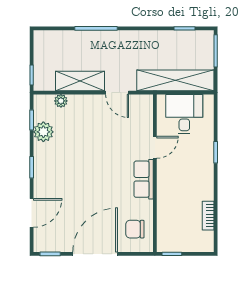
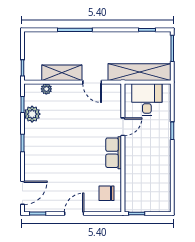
door: (32, 213) -> (23, 193), moved
bookcase: (208, 216) -> (166, 182), removed
door: (95, 254) -> (74, 214), width x0.53

